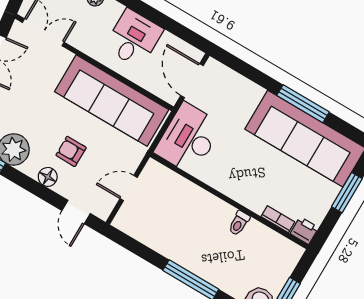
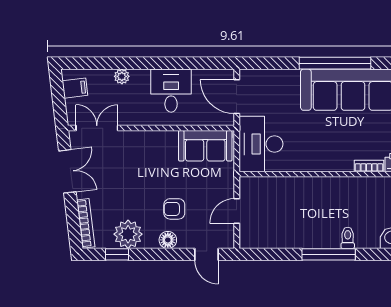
sofa: (112, 101) -> (205, 146), width x0.54, depth x0.79
window: (303, 104) -> (335, 63), width x1.46
toilet: (239, 223) -> (348, 238), moved, turned 180

